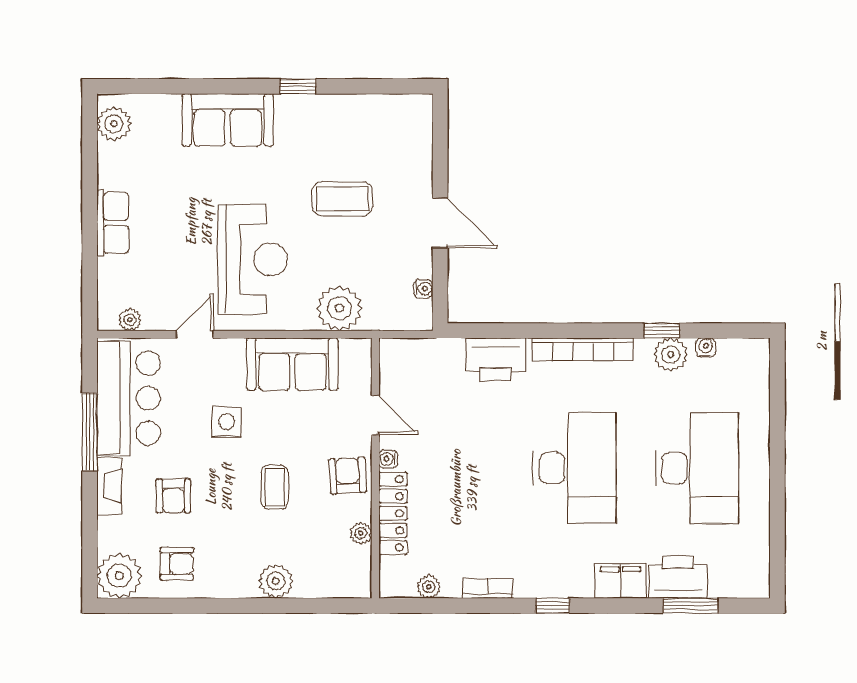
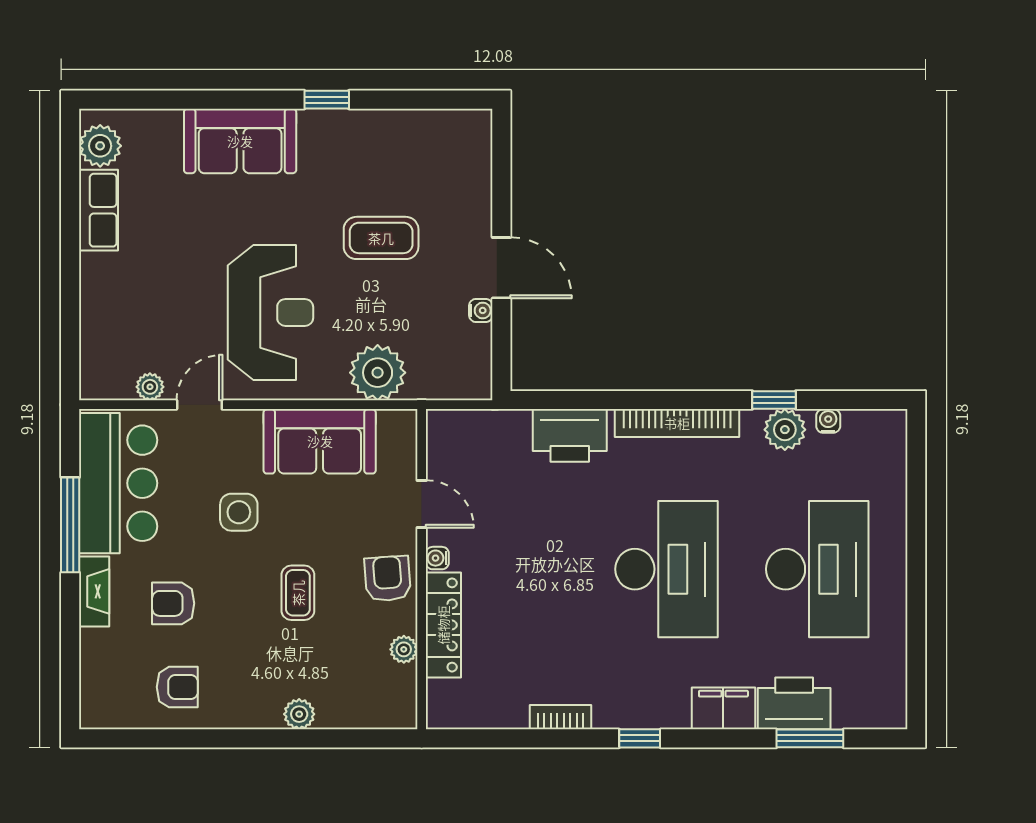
row of seats: (113, 223) -> (98, 210), moved
water cooler: (423, 289) -> (481, 310), moved
plant: (130, 320) -> (150, 387), moved
armchair: (173, 496) -> (173, 603), turned 90
plant: (119, 576) -> (107, 702), removed
plant: (276, 581) -> (299, 714), width x0.73, depth x0.73
plant: (429, 587) -> (487, 715), removed

